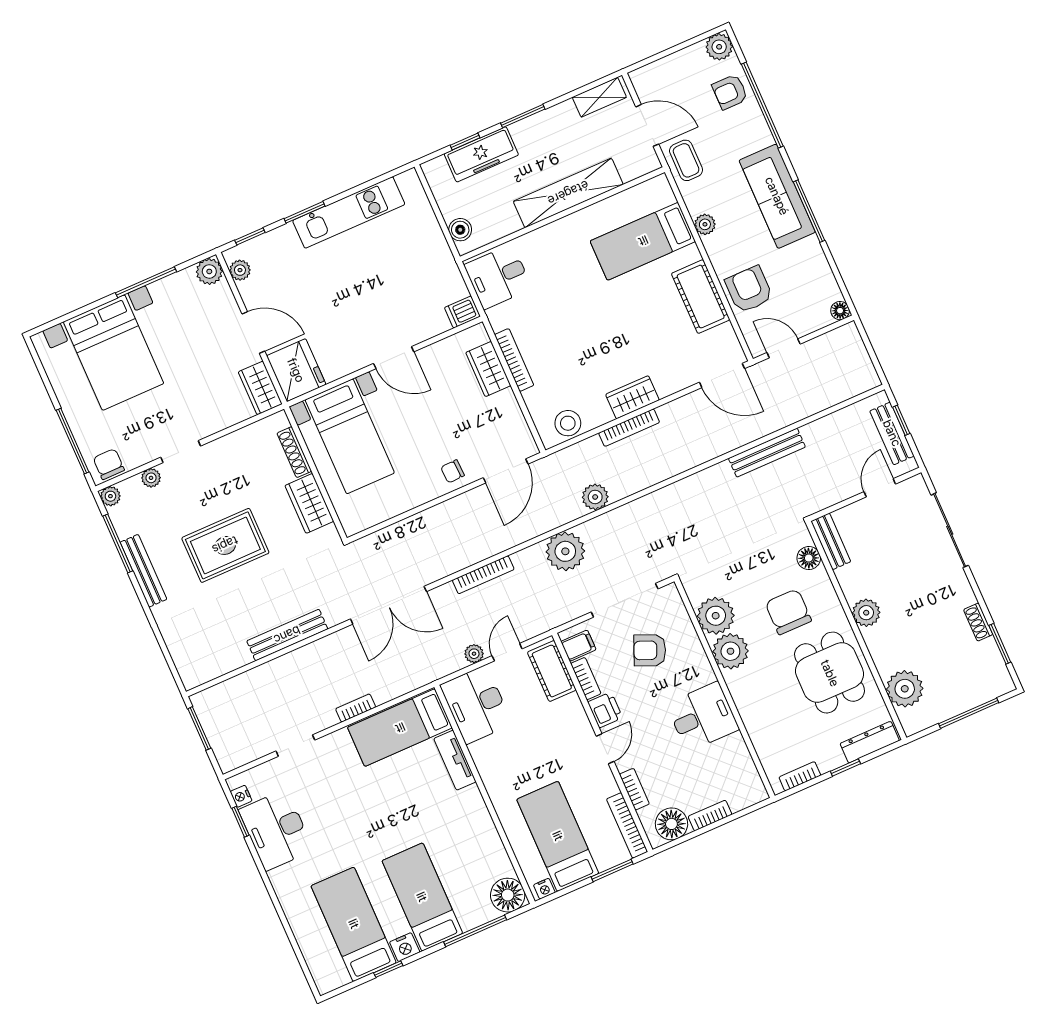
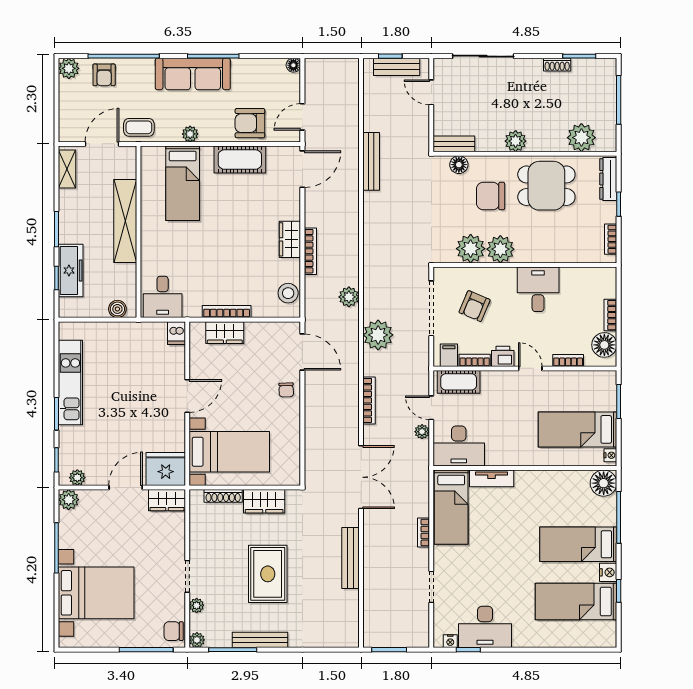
bookcase: (627, 825) -> (591, 377), removed

